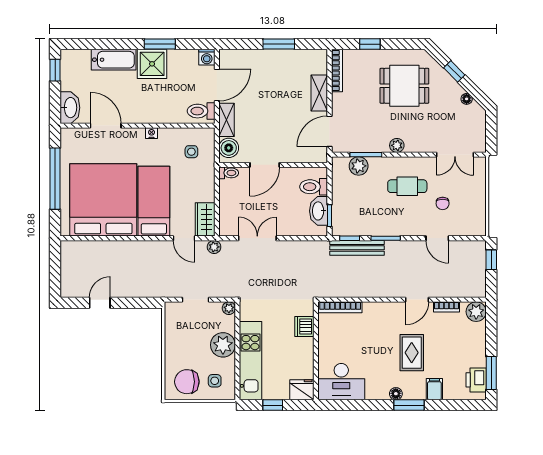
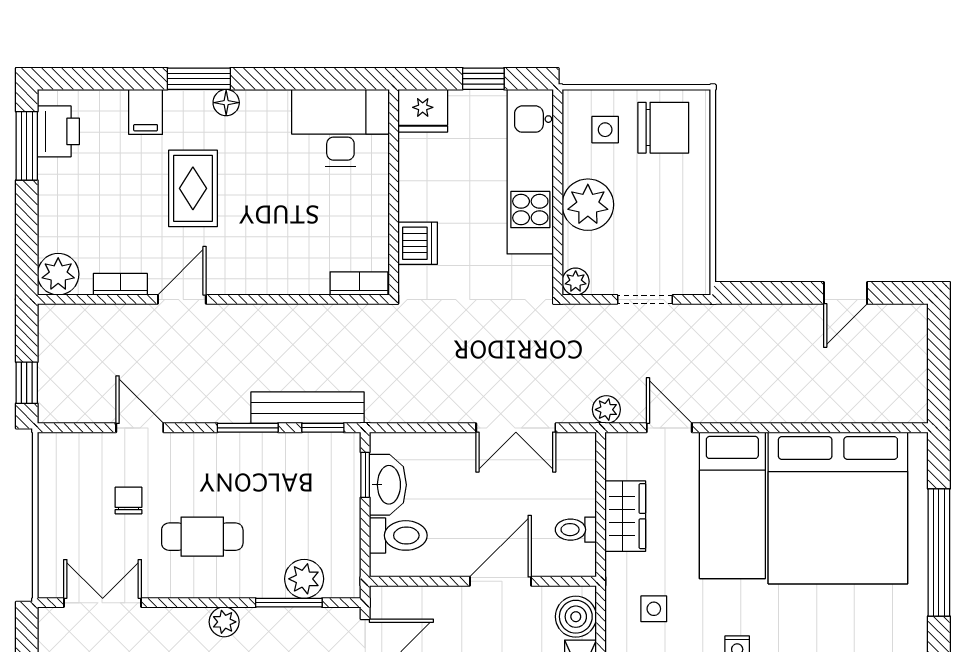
toilet: (229, 173) -> (576, 530), moved
wardrobe: (205, 219) -> (625, 516), moved
bookcase: (340, 307) -> (359, 283), width x0.64

